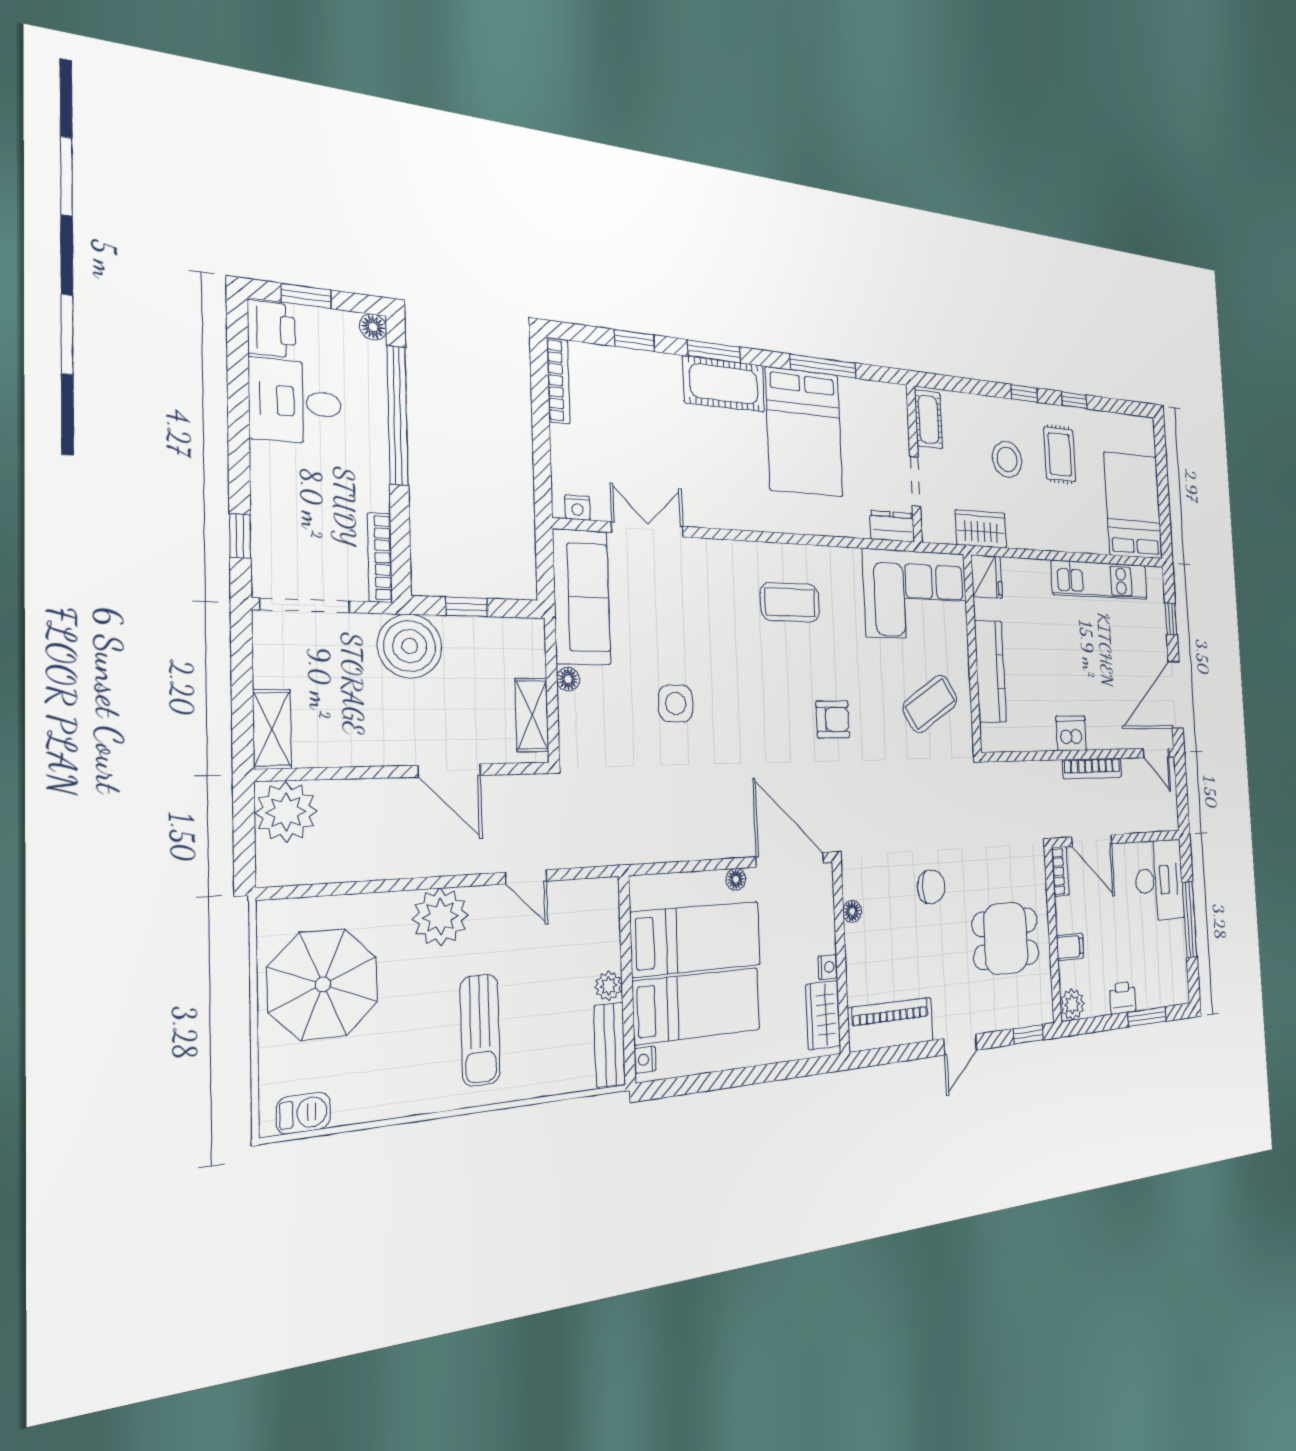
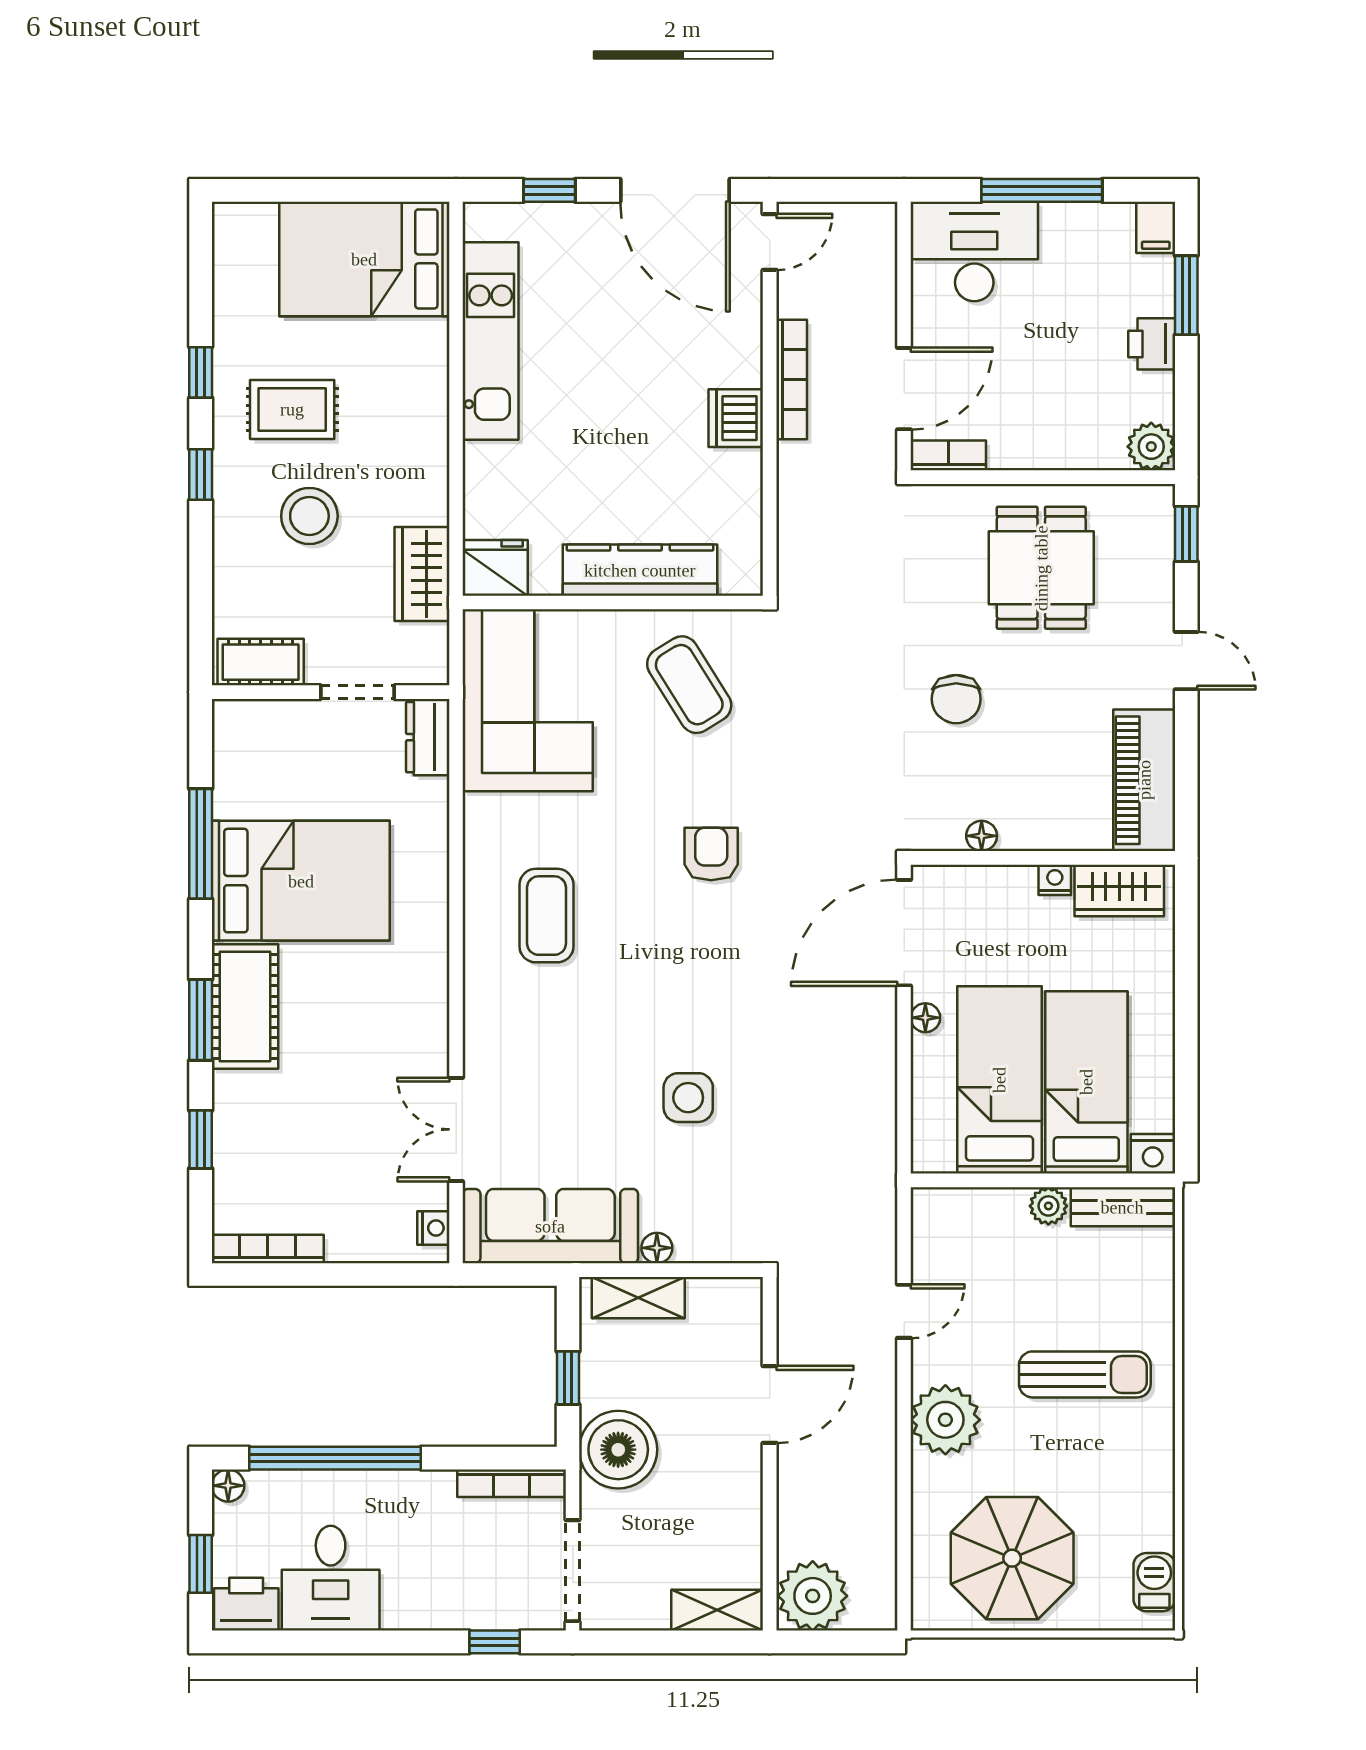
shelving: (532, 715) -> (638, 1298), moved
chair: (931, 887) -> (956, 699), turned 180
filing cabinet: (1070, 947) -> (1156, 227), moved, turned 180
nightstand: (645, 1060) -> (1153, 1154), width x1.39, depth x1.35

